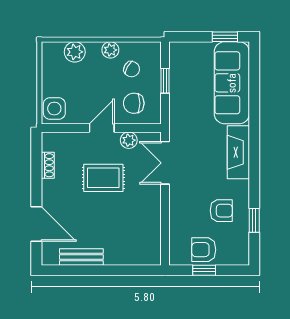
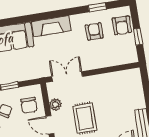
double door: (165, 163) -> (67, 77), swing flipped
armchair: (204, 250) -> (122, 25), moved

